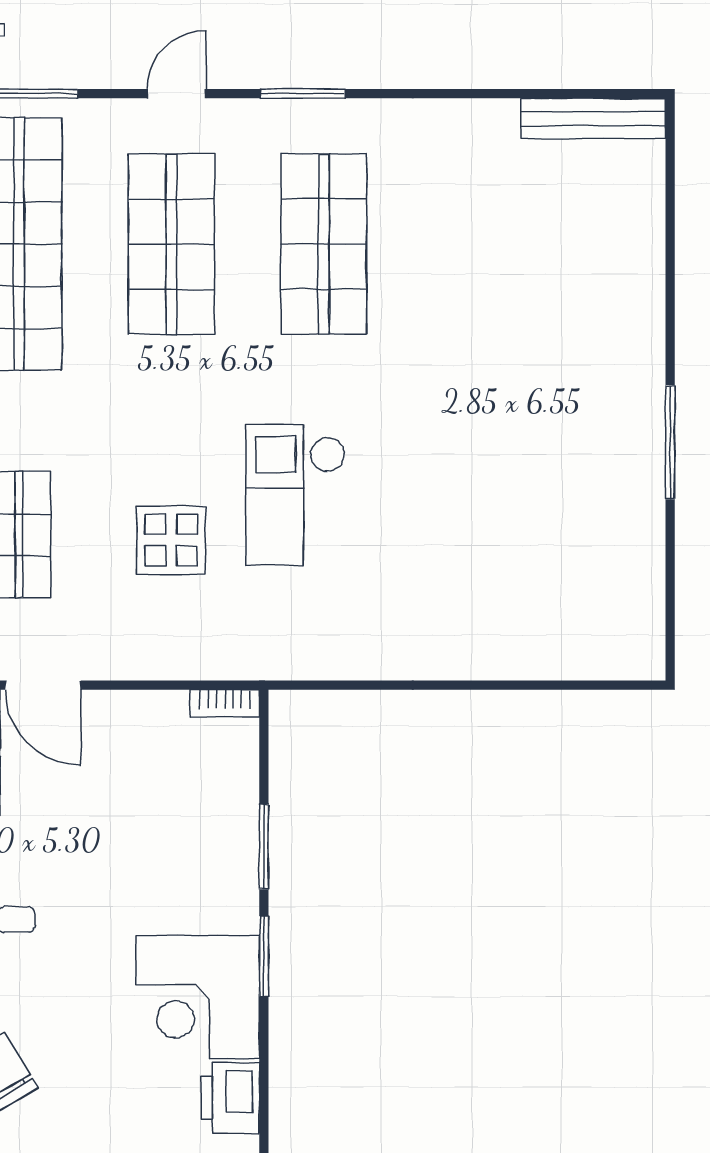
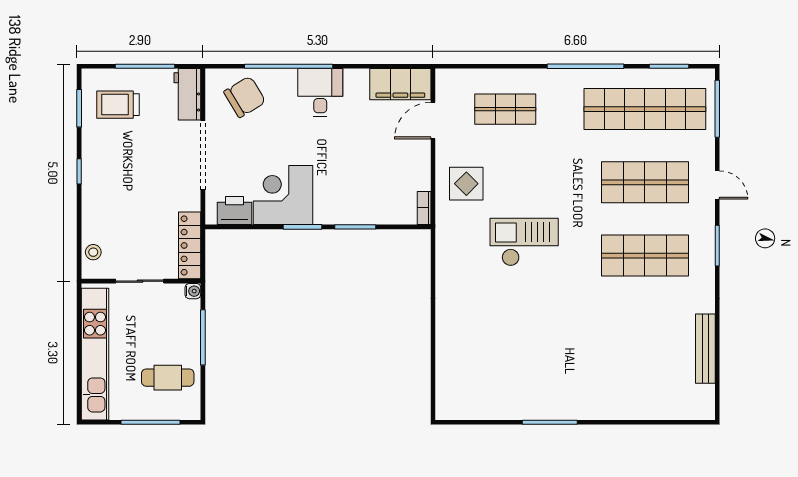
bench: (593, 118) -> (705, 349), moved
display table: (171, 540) -> (466, 184), moved

